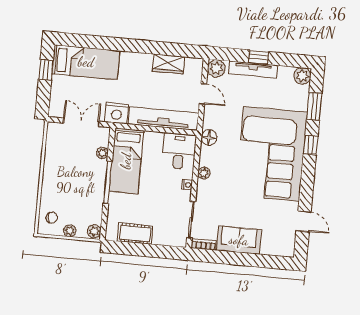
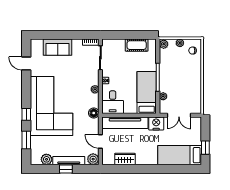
plant: (302, 76) -> (46, 159), moved
sofa: (239, 240) -> (58, 47), moved

